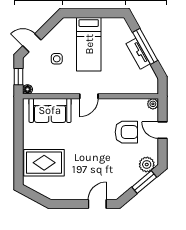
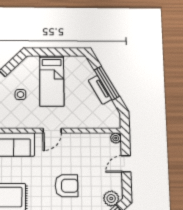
door: (163, 130) -> (126, 164), hinge flipped
armchair: (126, 132) -> (67, 186), moved

